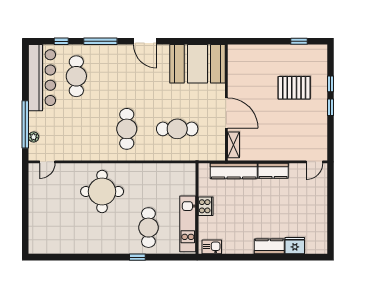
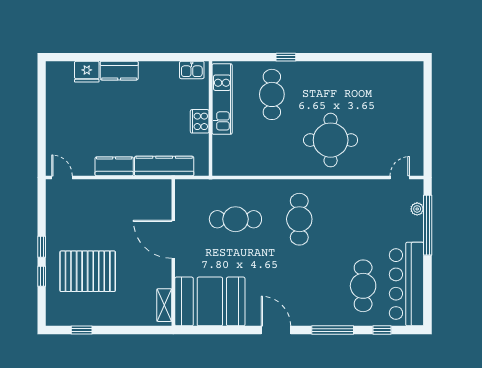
pallet: (294, 88) -> (88, 271), width x1.37, depth x1.41
shelving: (234, 145) -> (164, 305), moved
door: (314, 162) -> (62, 177), hinge flipped

